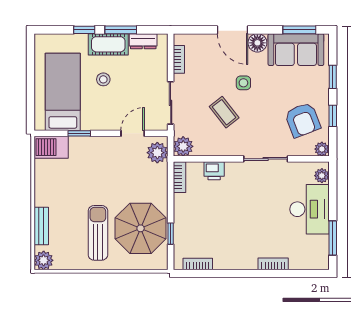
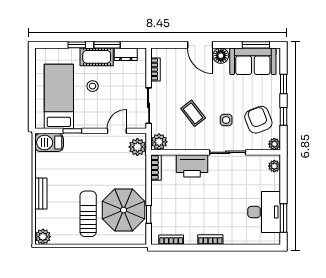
side table: (243, 83) -> (226, 120), moved
armchair: (303, 120) -> (258, 120), turned 180
printer: (214, 171) -> (192, 166), width x1.87, depth x1.48
desk: (309, 209) -> (264, 212), moved
bench: (41, 226) -> (41, 194), moved
bookcase: (273, 264) -> (210, 240), moved

